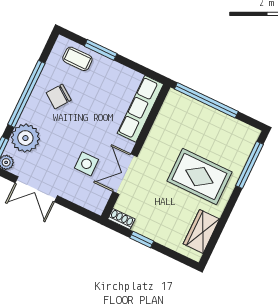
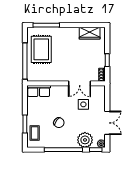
chair: (59, 96) -> (59, 123), moved
row of seats: (140, 109) -> (39, 91), width x0.68
rug: (199, 177) -> (41, 49), moved

